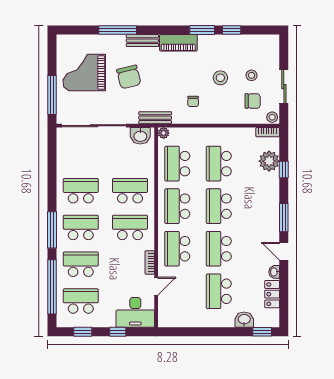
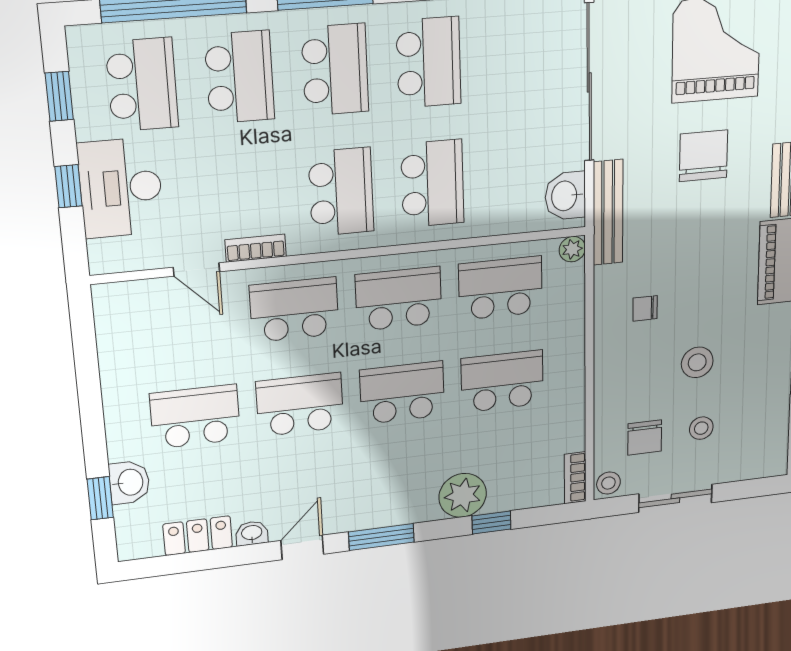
chair: (129, 77) -> (704, 156), turned 104
bench: (155, 118) -> (608, 213), width x1.36
plant: (269, 161) -> (463, 495), moved
desk: (135, 312) -> (121, 188), moved
window: (262, 332) -> (100, 498), moved

